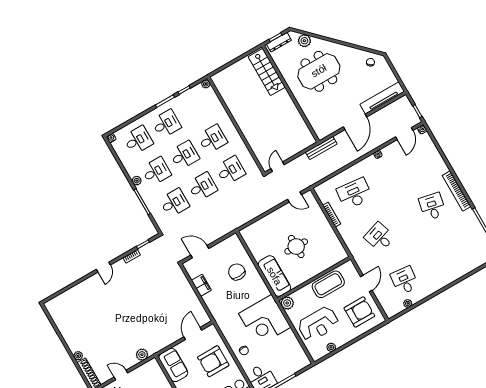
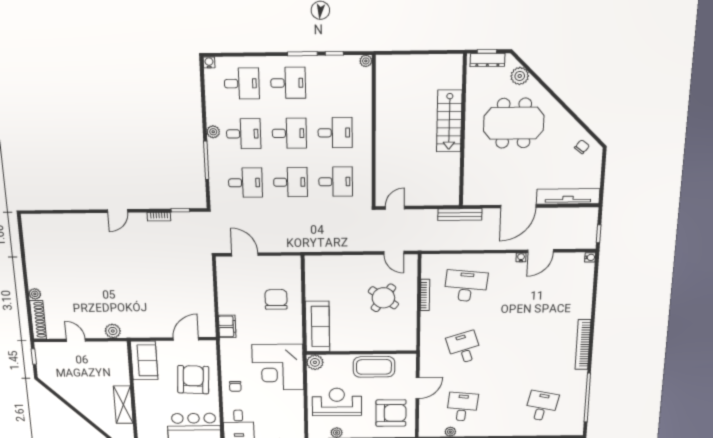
stairs: (267, 72) -> (449, 121), moved
door: (404, 134) -> (541, 251), moved
desk: (432, 207) -> (542, 406), moved
round table: (296, 246) -> (383, 298), moved, turned 36
filing cabinet: (201, 285) -> (227, 326), moved
reception desk: (318, 324) -> (337, 402), turned 180
armchair: (213, 361) -> (193, 380), turned 93

